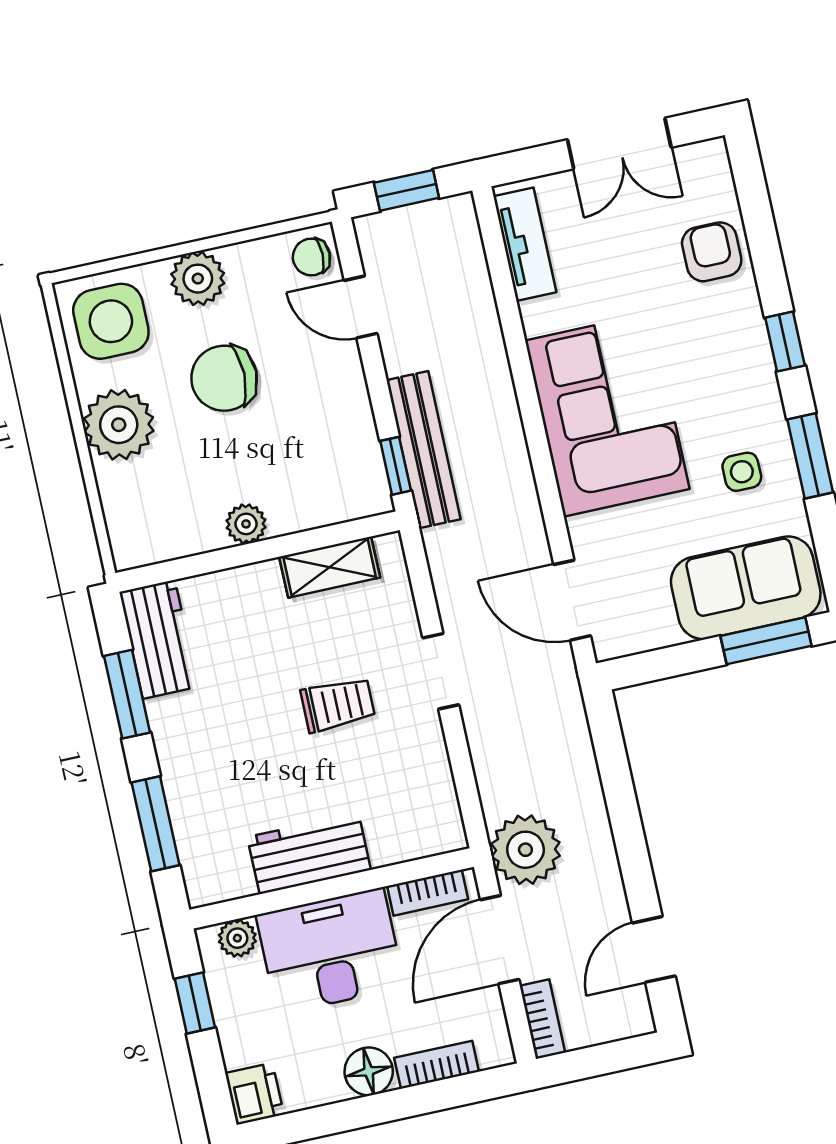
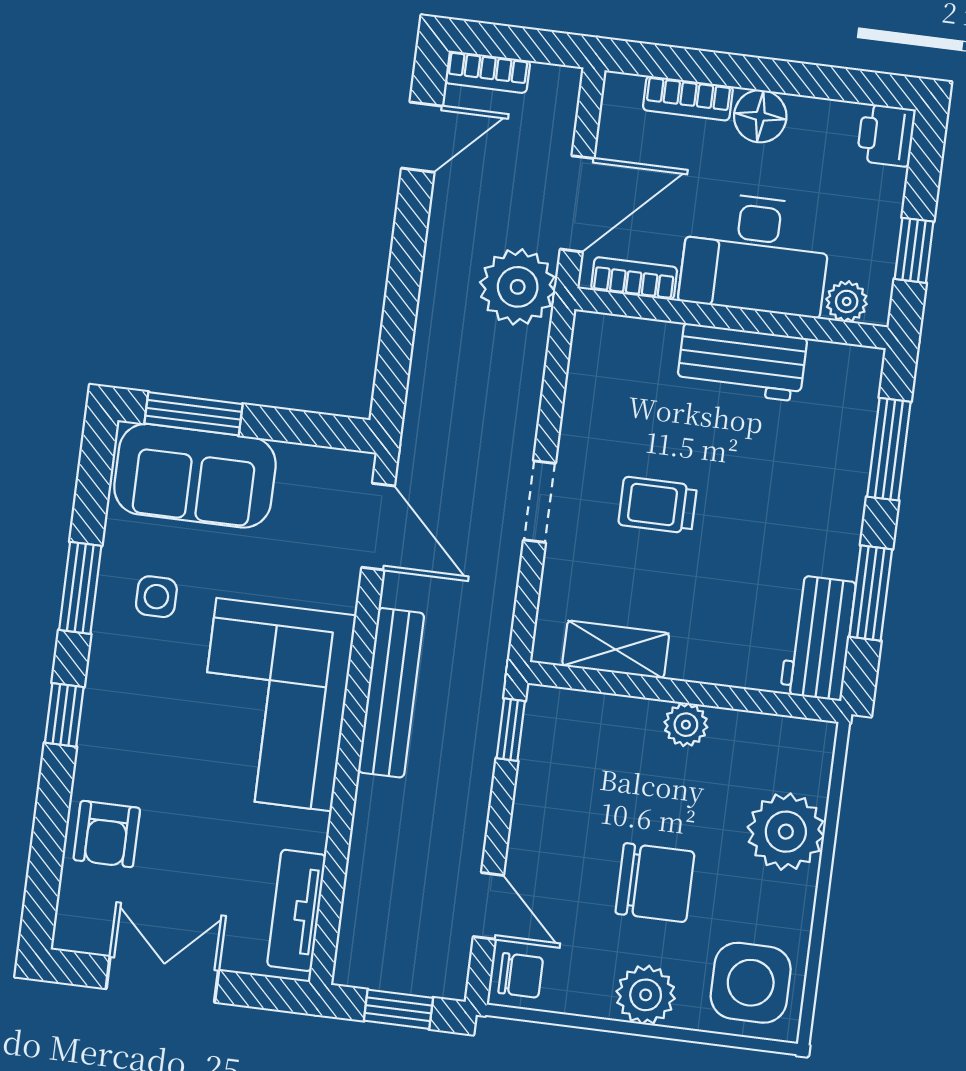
plant: (119, 425) -> (786, 832), moved
bench: (424, 450) -> (391, 693), moved
bookcase: (542, 1019) -> (488, 72), moved, turned -90

